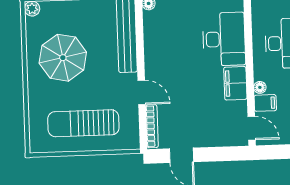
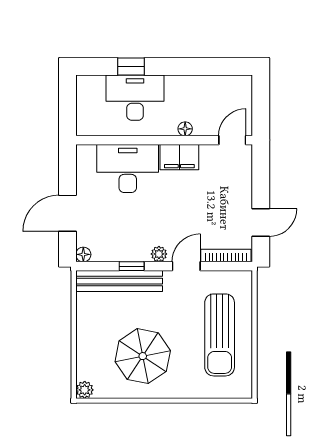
window: (140, 45) -> (132, 266), added
plant: (151, 69) -> (159, 254), added
filing cabinet: (265, 103) -> (203, 123), removed

